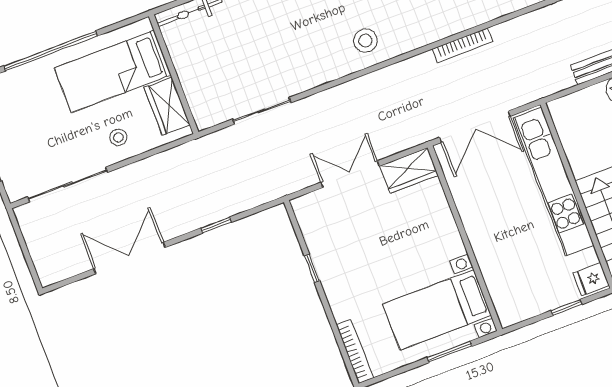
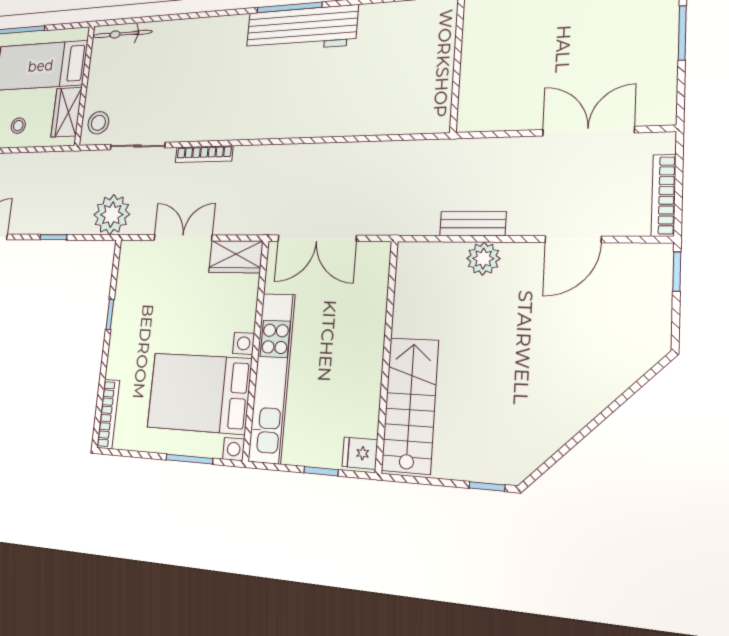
stool: (365, 41) -> (98, 123), moved
bookcase: (463, 45) -> (204, 154), moved
plant: (267, 181) -> (112, 215), added
kitchen unit: (554, 182) -> (272, 377), moved, turned 180
bed with nightstands: (437, 310) -> (199, 393), width x1.36

